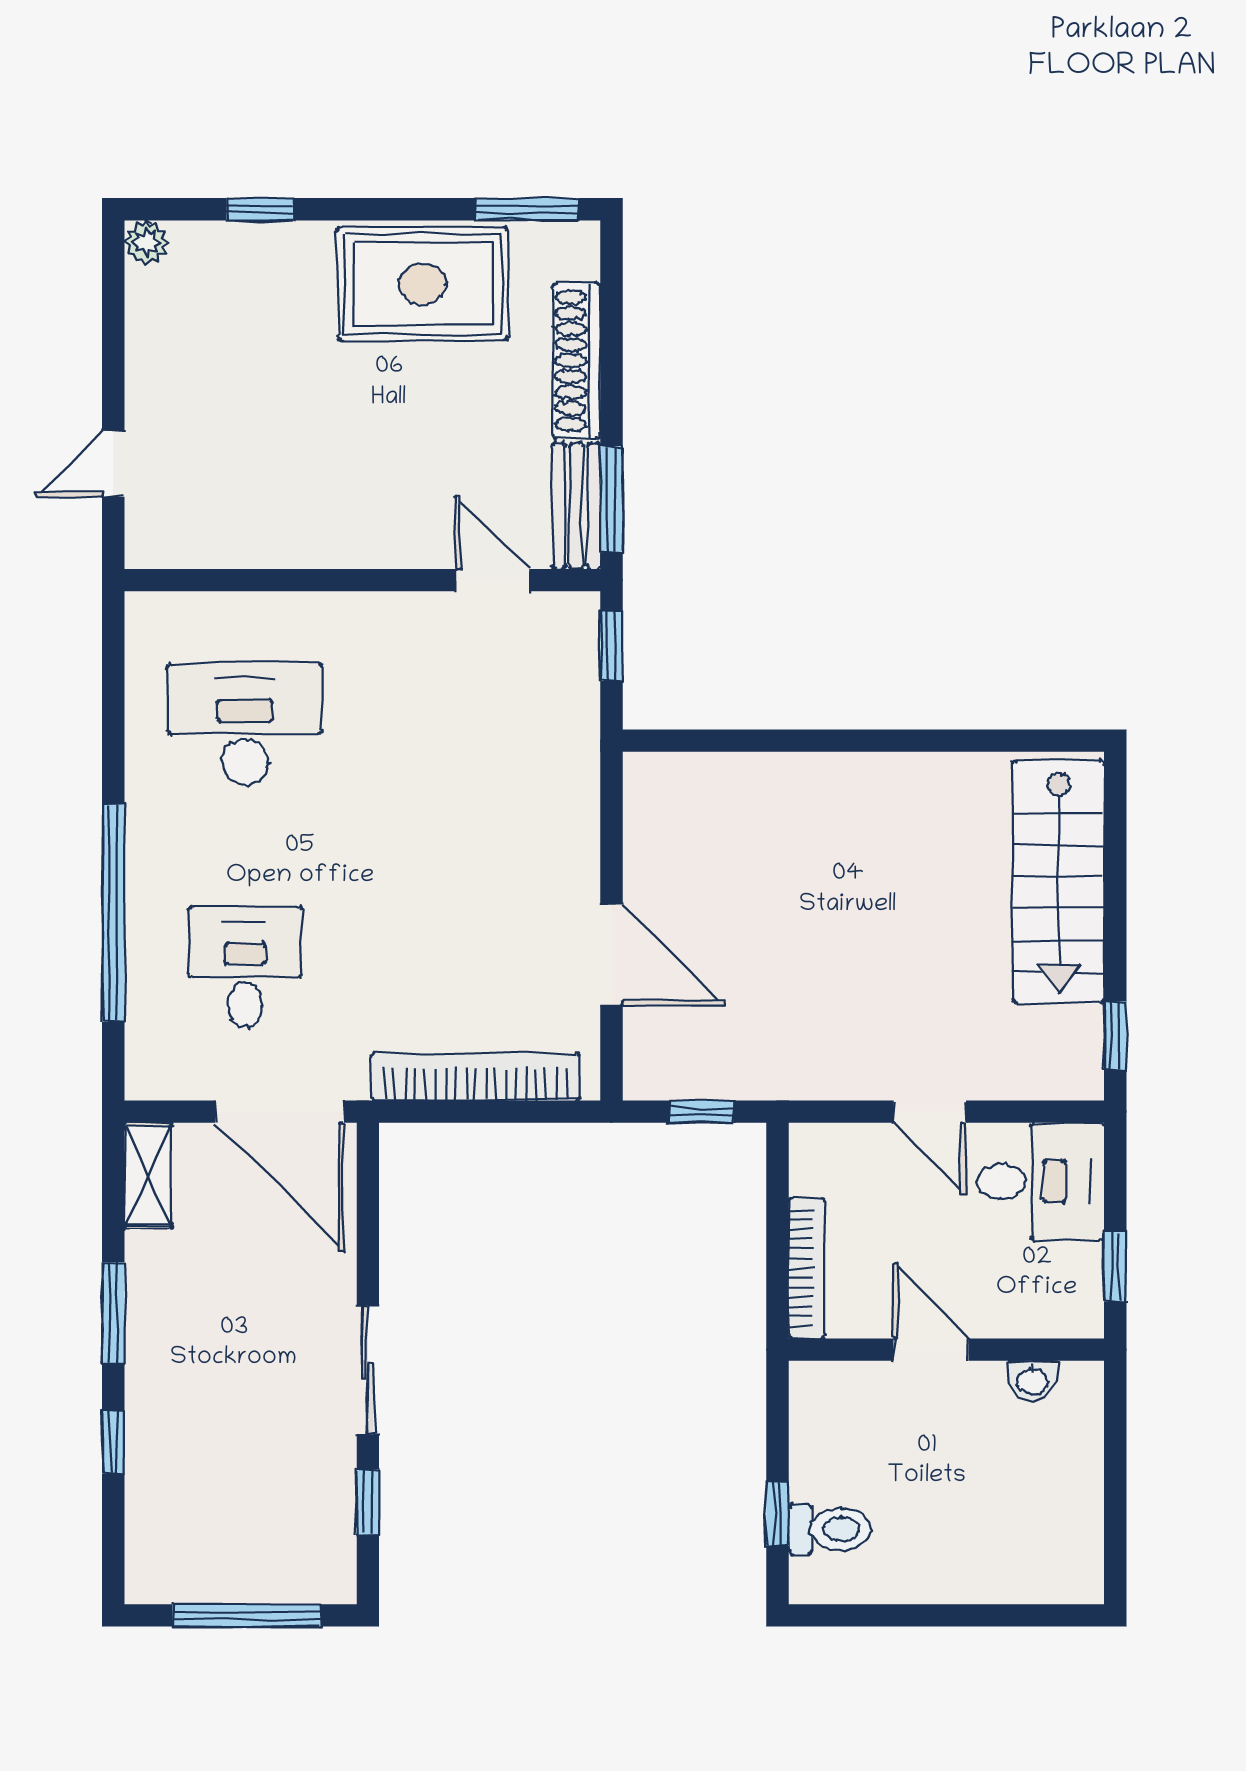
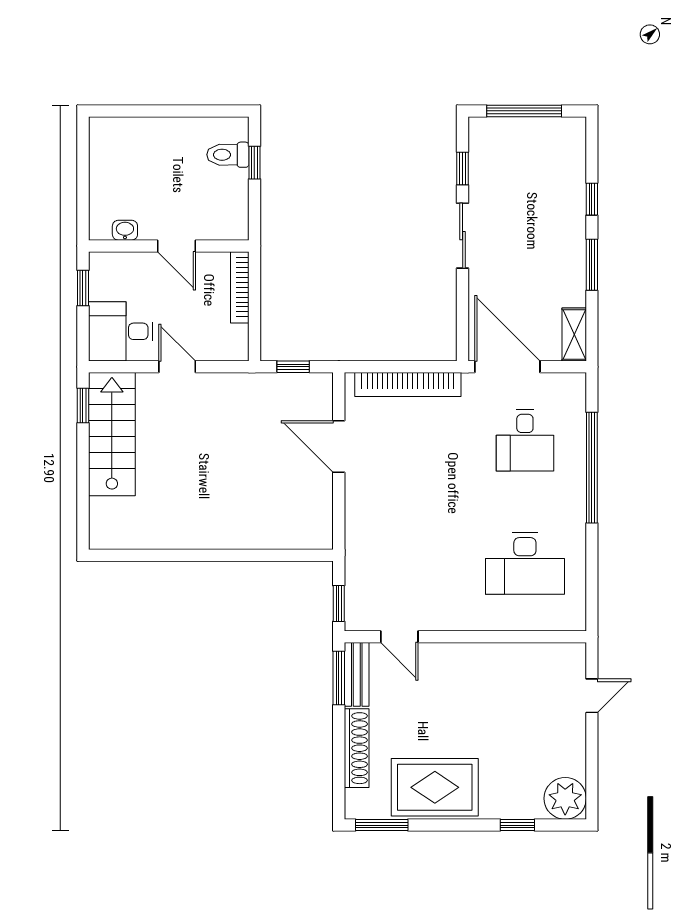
plant: (146, 242) -> (565, 798), width x1.87, depth x1.87
stairs: (1058, 882) -> (112, 434), moved

